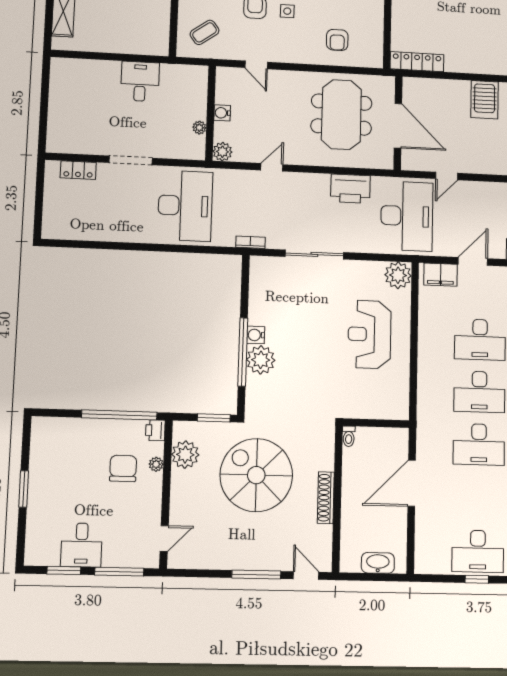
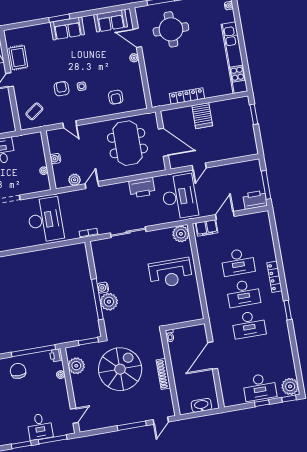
locker: (417, 62) -> (187, 96), moved
server rack: (485, 100) -> (202, 116), moved
plant: (222, 152) -> (75, 180), moved
reception desk: (370, 334) -> (171, 273), turned -90
chair: (123, 468) -> (18, 371), moved
spiral stairs: (256, 475) -> (120, 369), turned 90
desk: (82, 545) -> (40, 427), moved
door: (306, 576) -> (161, 421), swing flipped

